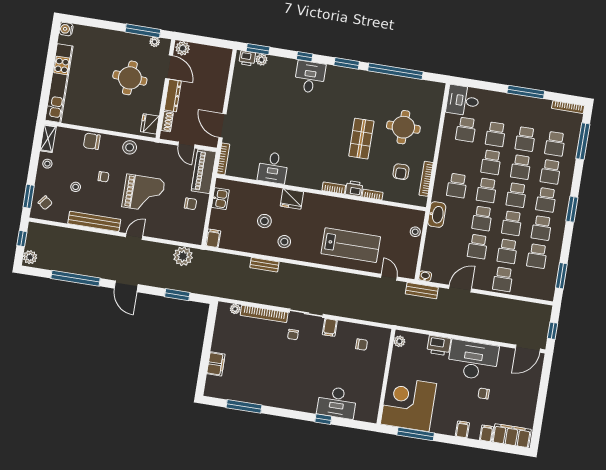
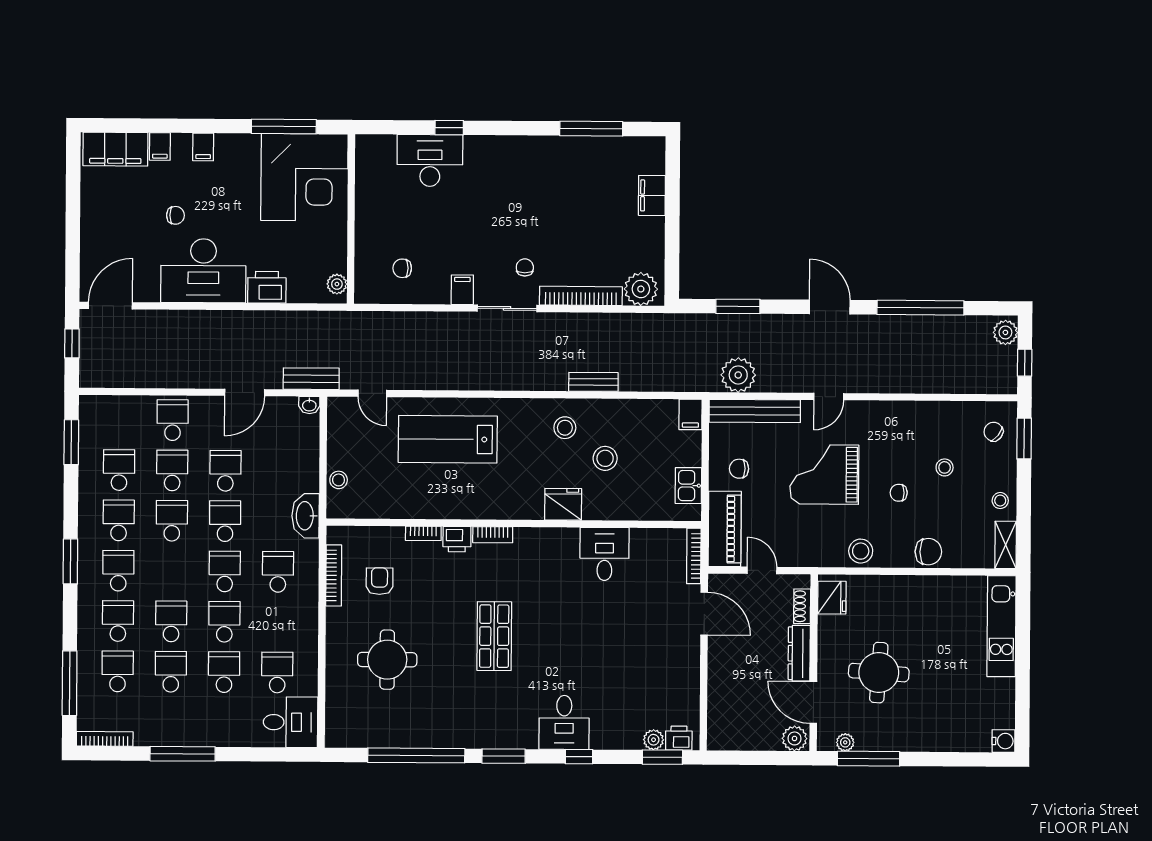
kitchen unit: (59, 83) -> (1001, 626), width x0.73
shop shelf: (361, 139) -> (494, 636), moved
school desk: (516, 195) -> (172, 571), removed
bench: (94, 221) -> (755, 411), moved
plant: (235, 309) -> (641, 289), width x1.88, depth x1.88

